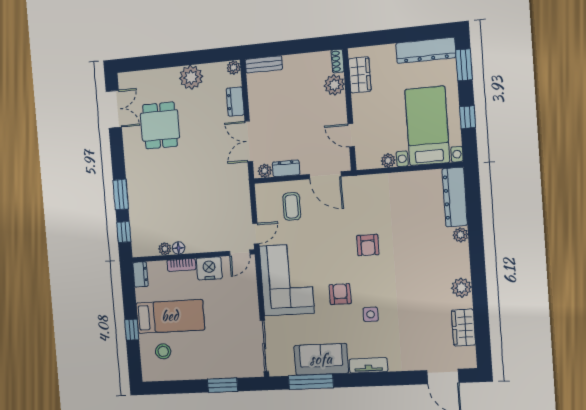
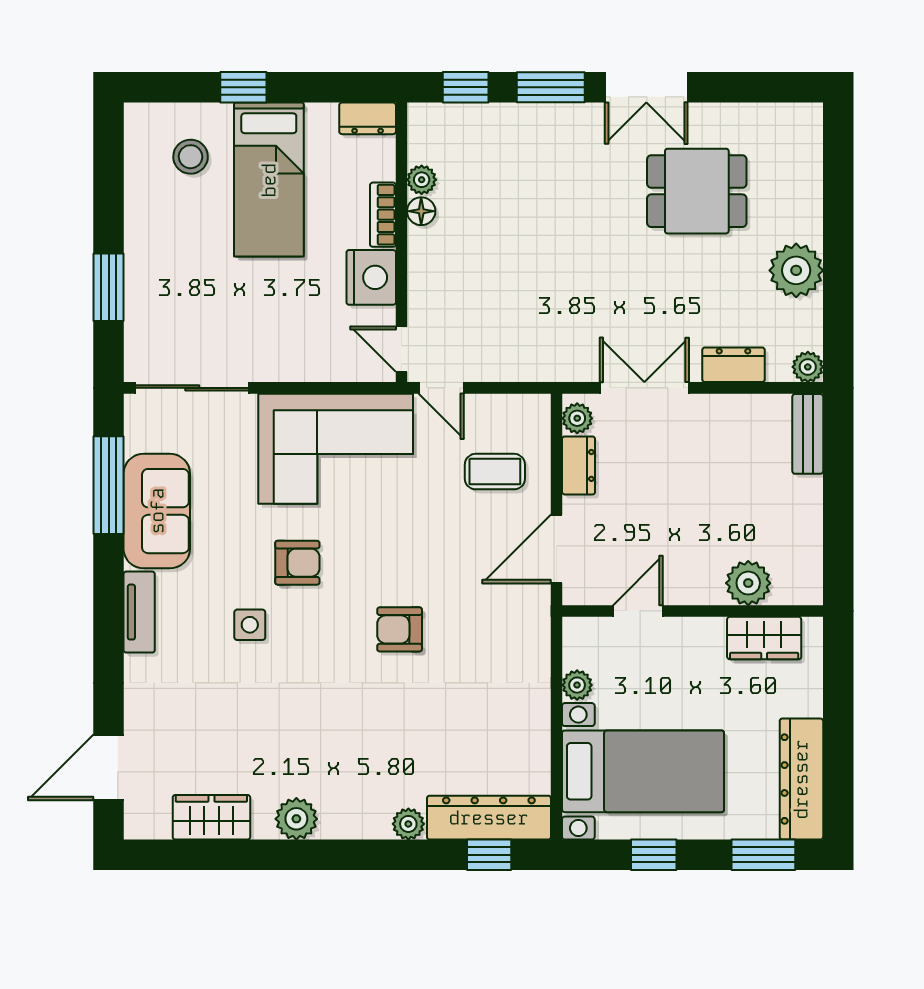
shoe rack: (337, 61) -> (798, 593), removed
double door: (114, 109) -> (646, 87), moved
window: (473, 195) -> (489, 855), added

